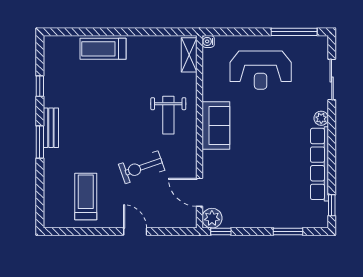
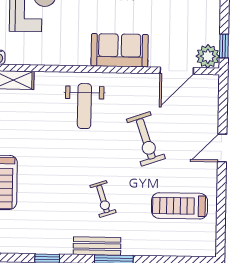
weight bench: (168, 115) -> (84, 106), turned 90
sofa: (216, 125) -> (120, 50), moved
exercise bike: (90, 132) -> (103, 199), added

